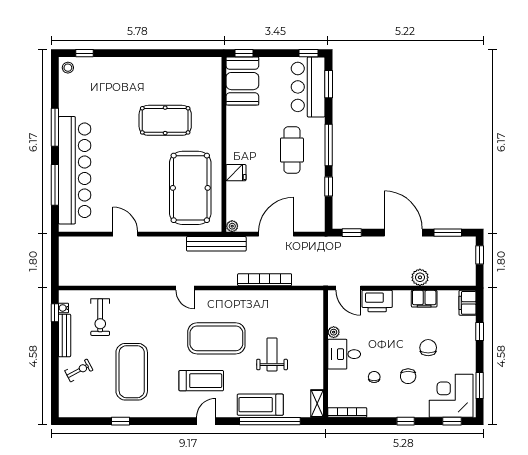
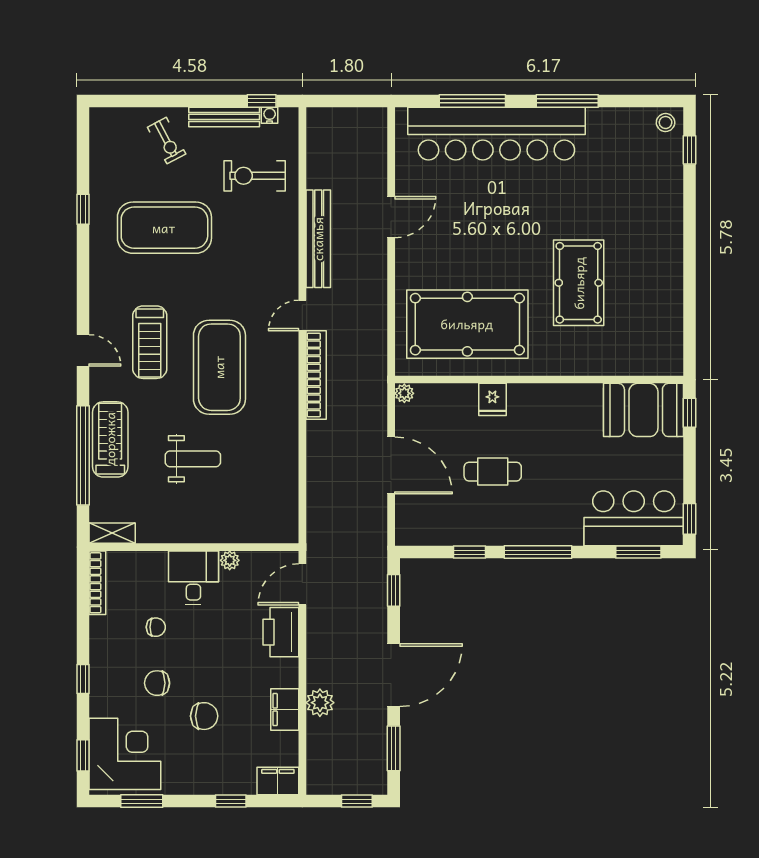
cafe table: (292, 150) -> (493, 472), moved, width x0.73, depth x0.74
bench: (216, 244) -> (318, 239), moved
bookcase: (265, 280) -> (316, 375), moved

